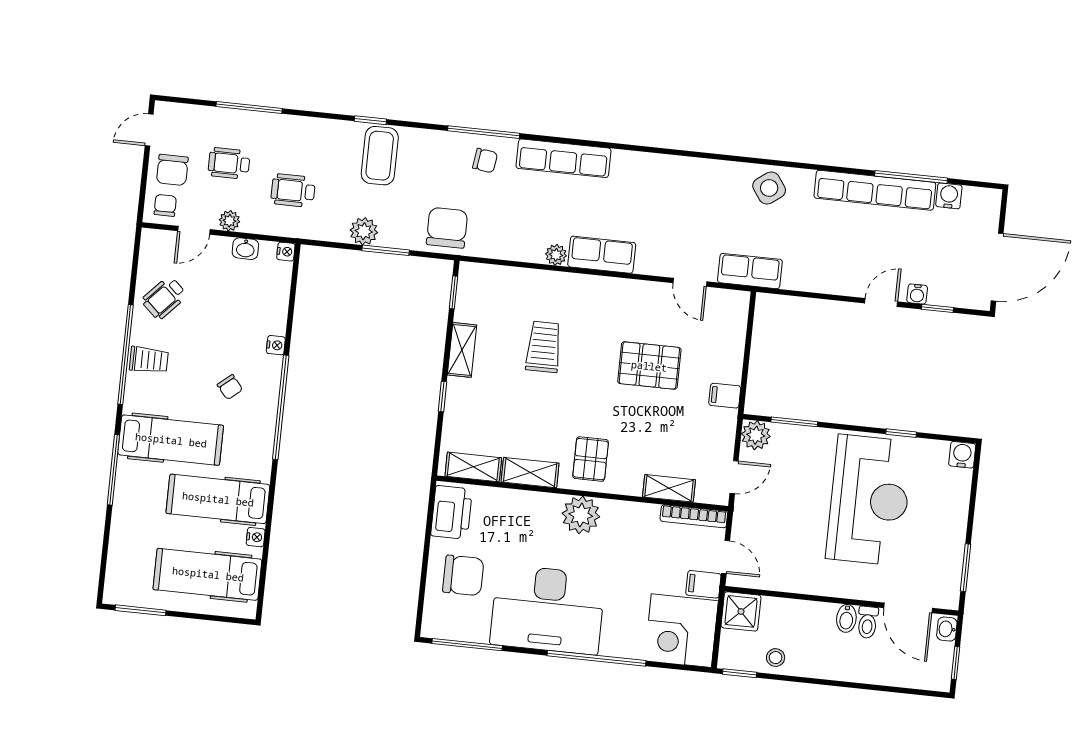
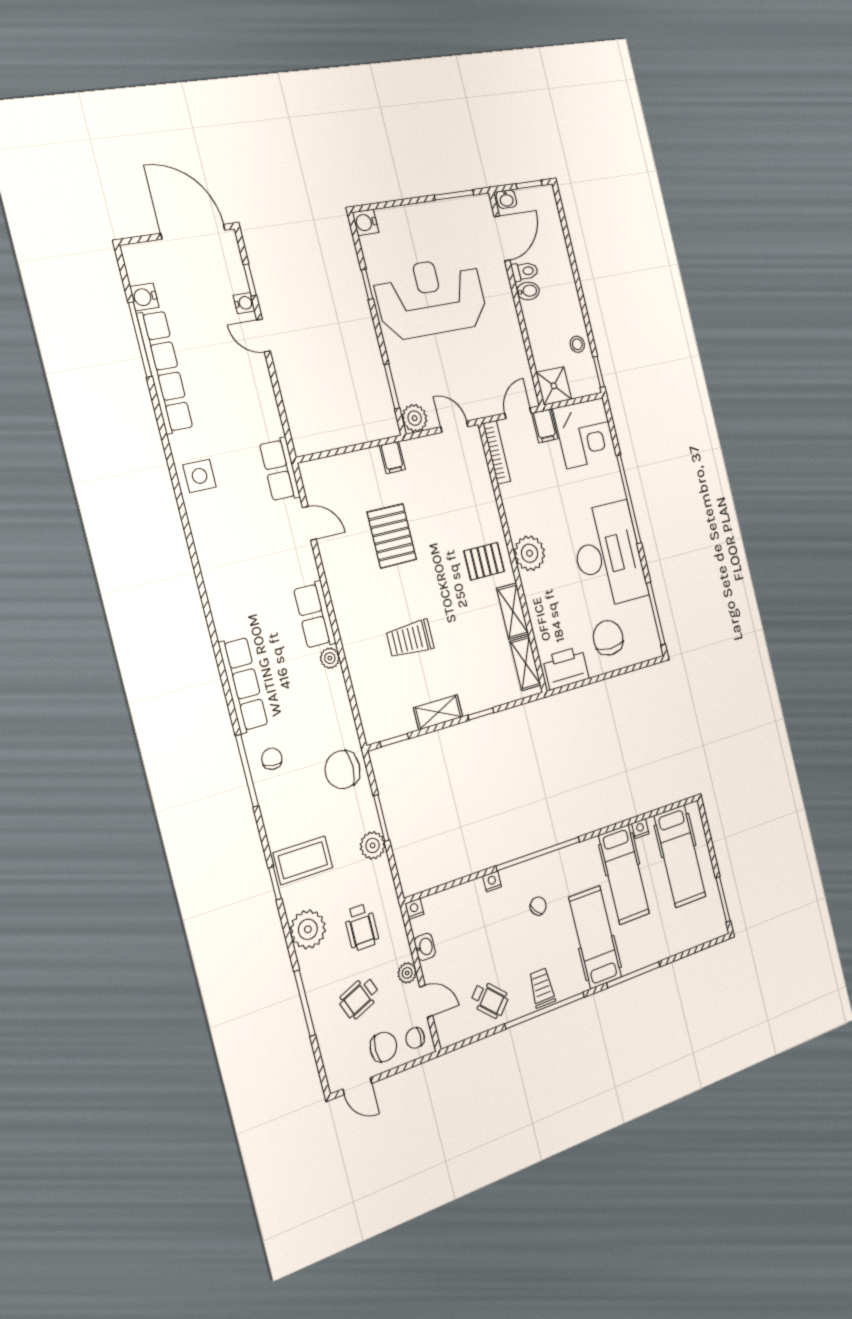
plant: (315, 136) -> (308, 929), added
wheelchair: (229, 163) -> (359, 998), turned 68
side table: (769, 188) -> (200, 476), turned 36
door: (690, 282) -> (309, 523), hinge flipped
shelving: (669, 488) -> (483, 482), removed

